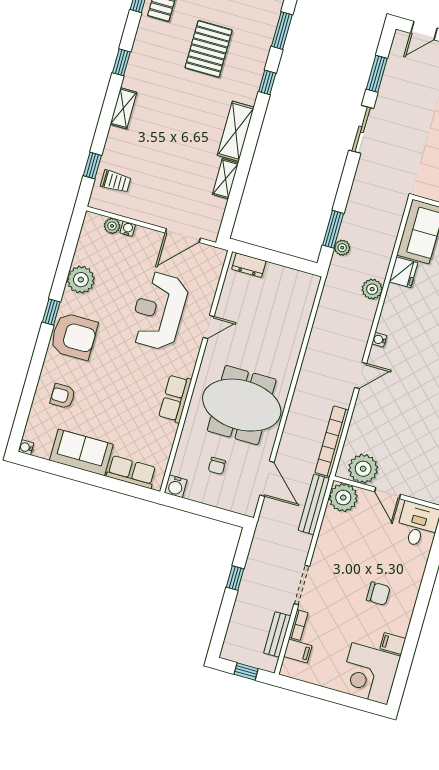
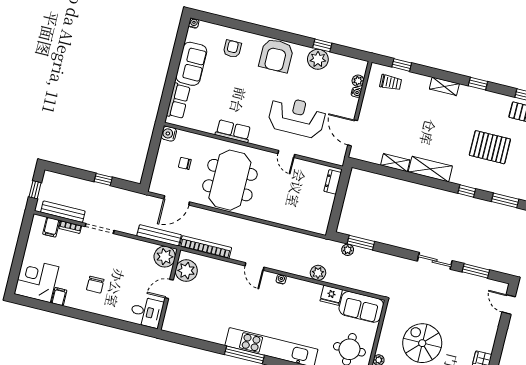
trolley: (116, 181) -> (391, 82), turned -92
window: (51, 312) -> (322, 45), moved
bench: (277, 634) -> (63, 212), width x1.36

